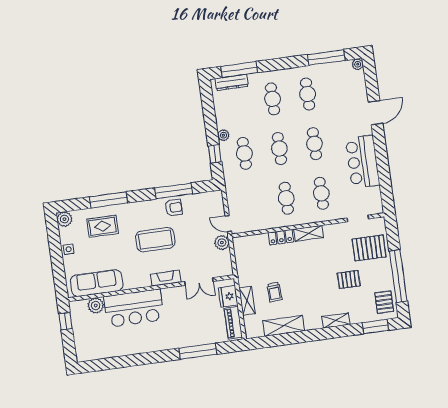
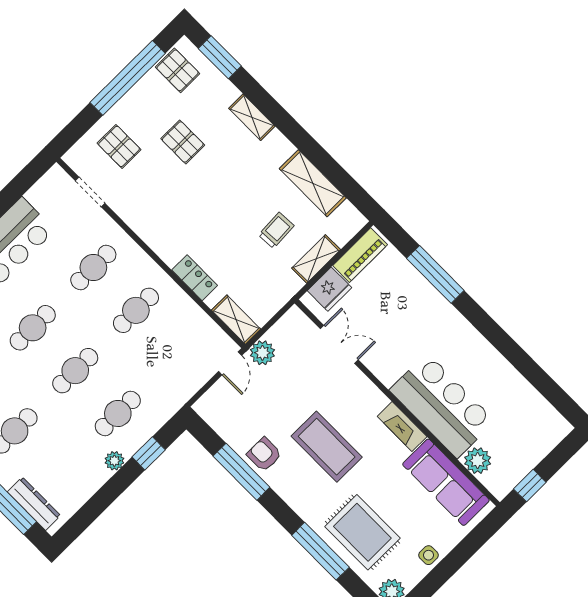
rug: (103, 226) -> (362, 532), width x1.36, depth x1.43
shelving: (309, 233) -> (236, 320), moved
pallet: (369, 248) -> (119, 146), width x0.67, depth x0.71
fireplace: (166, 278) -> (402, 427), moved
pallet: (384, 302) -> (178, 70), turned 90

